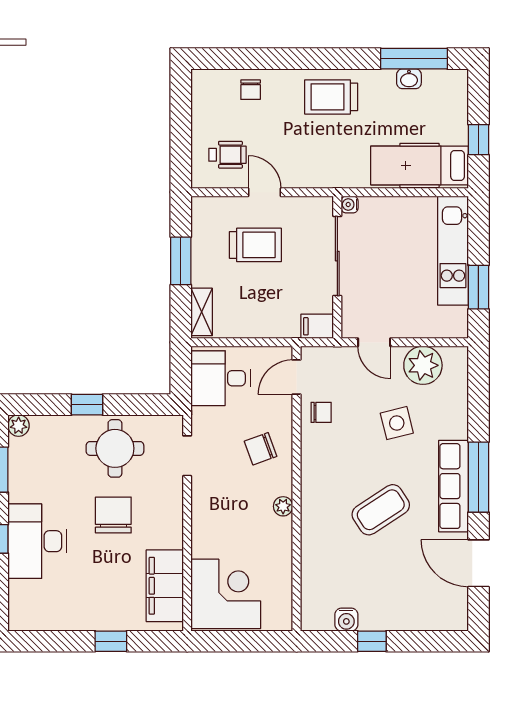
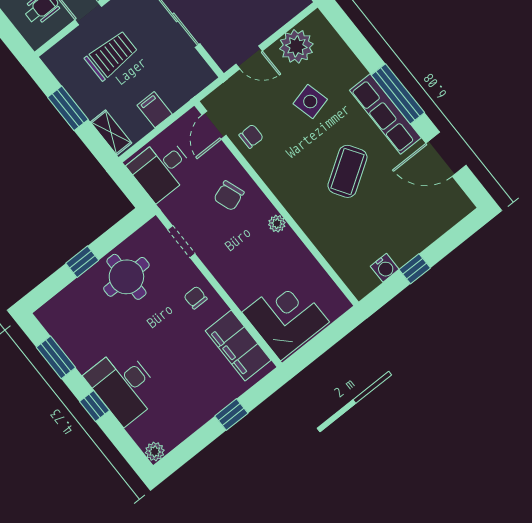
filing cabinet: (317, 326) -> (155, 110), moved, turned 90
plant: (19, 426) -> (155, 452), moved
chair: (113, 515) -> (196, 298), moved, width x0.54, depth x0.54

